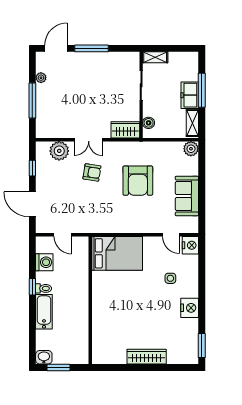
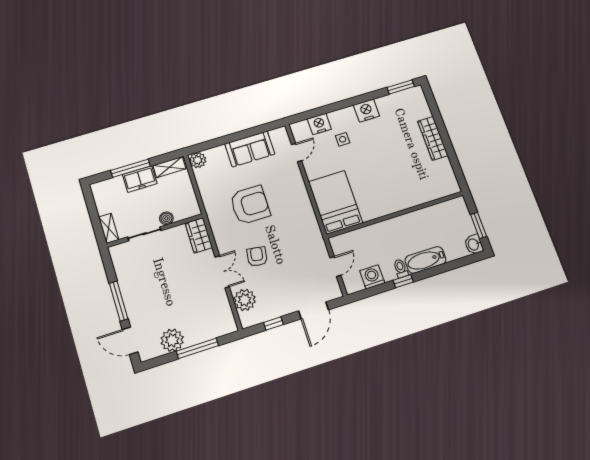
plant: (41, 78) -> (172, 340), width x1.88, depth x1.88
boiler: (149, 123) -> (166, 218), moved
nightstand: (190, 245) -> (319, 124), moved

